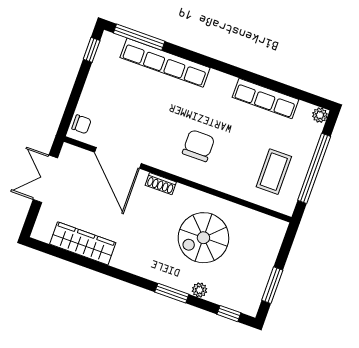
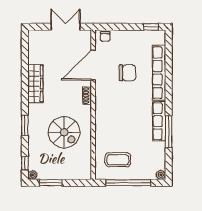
window: (139, 37) -> (169, 132), moved
row of seats: (265, 98) -> (159, 121), moved
chair: (198, 146) -> (128, 73), moved
spiral stairs: (203, 238) -> (64, 132), turned 180
wardrobe: (83, 243) -> (35, 84), moved
plant: (200, 290) -> (33, 175), moved

